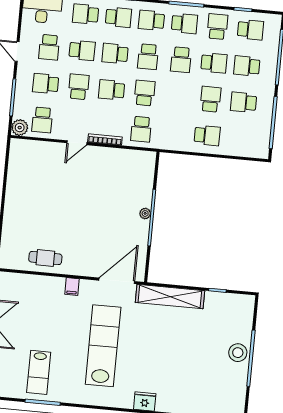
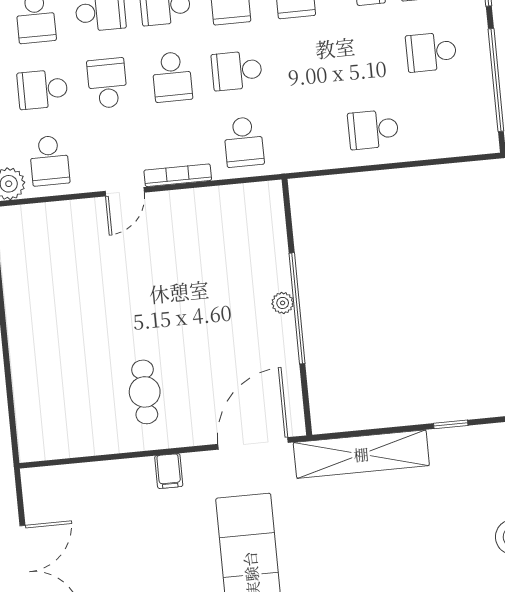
school desk: (112, 90) -> (172, 77), turned -90
school desk: (145, 93) -> (237, 71), turned -90
school desk: (211, 99) -> (366, 58), removed
school desk: (207, 135) -> (373, 129), turned 180
cafe table: (45, 258) -> (145, 392), moved, turned 90

